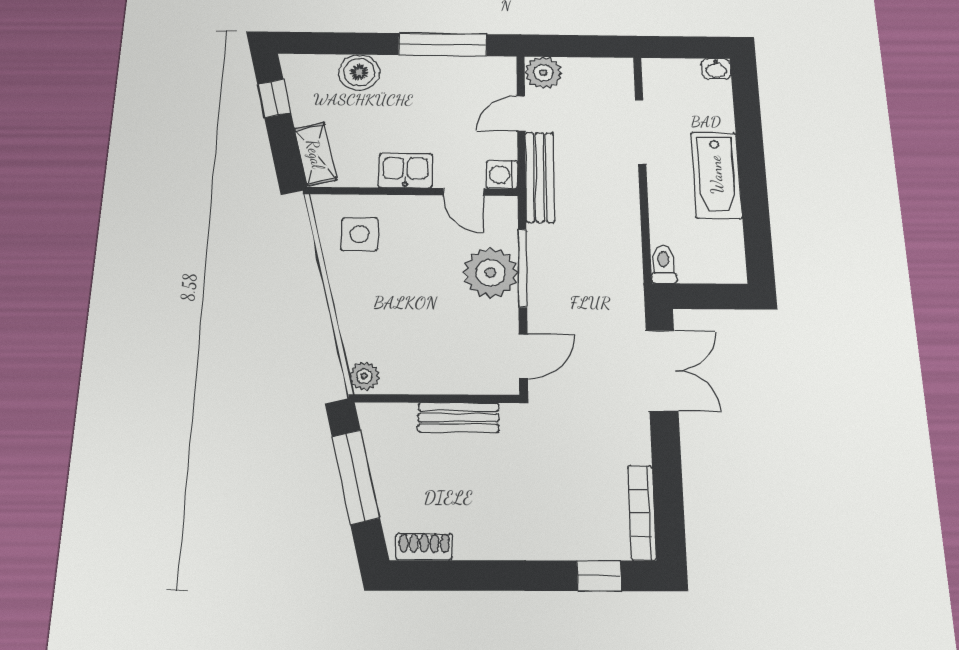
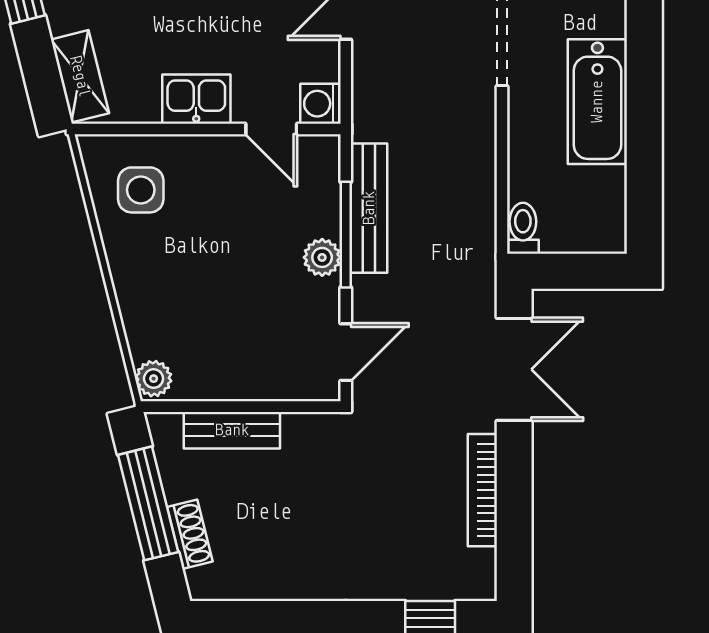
bench: (540, 177) -> (369, 208), moved
plant: (491, 273) -> (322, 257), width x0.53, depth x0.53
bench: (458, 417) -> (232, 430), moved
bookcase: (642, 513) -> (482, 490), moved
shoe rack: (424, 547) -> (190, 534), moved, turned 76

